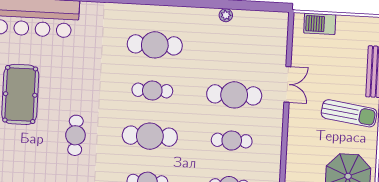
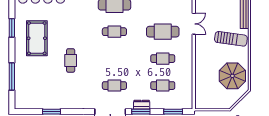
cafe table: (150, 136) -> (114, 59), removed

